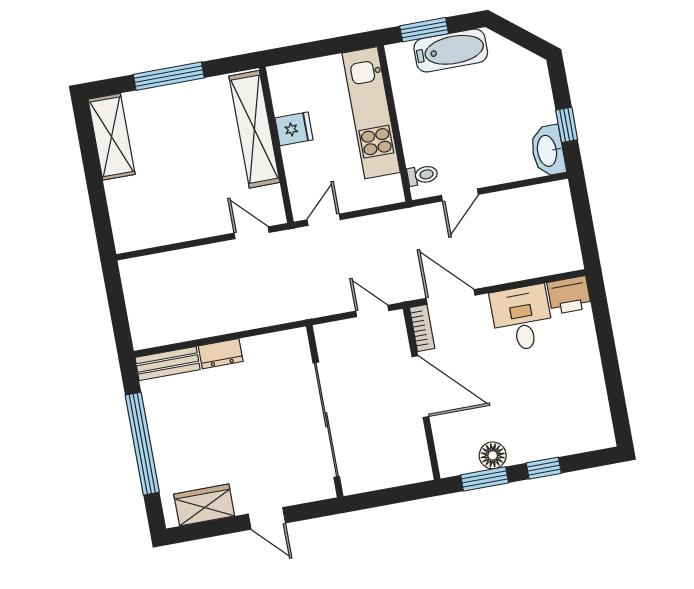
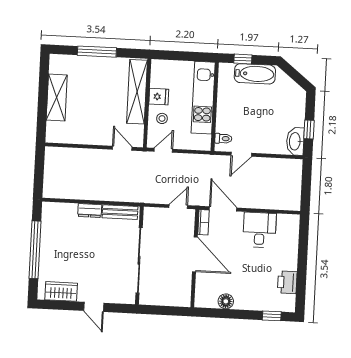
window: (424, 30) -> (243, 59), width x0.67
shelving: (112, 137) -> (57, 97), moved
stool: (308, 165) -> (162, 118), added
printer: (569, 295) -> (287, 282), moved, turned 90
door: (372, 311) -> (178, 207), hinge flipped
bench: (168, 363) -> (120, 212), moved
window: (544, 468) -> (272, 316), moved
window: (485, 479) -> (218, 313), removed

